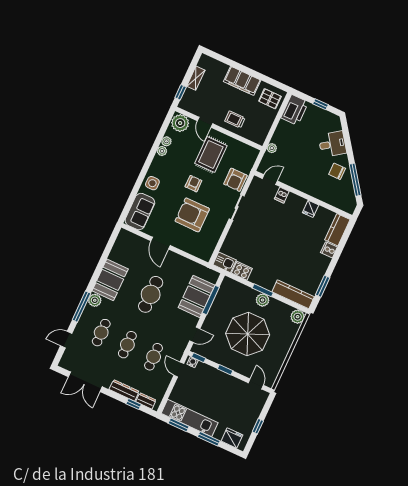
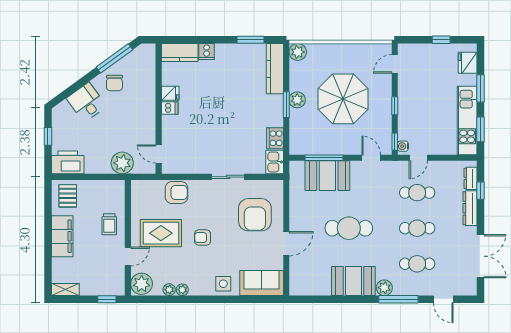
shelving: (196, 78) -> (65, 289), moved
plant: (272, 148) -> (122, 163), width x1.87, depth x1.87
dishwasher: (282, 195) -> (170, 108), moved
sliding door: (237, 207) -> (228, 177), moved
armchair: (192, 215) -> (255, 215), moved

